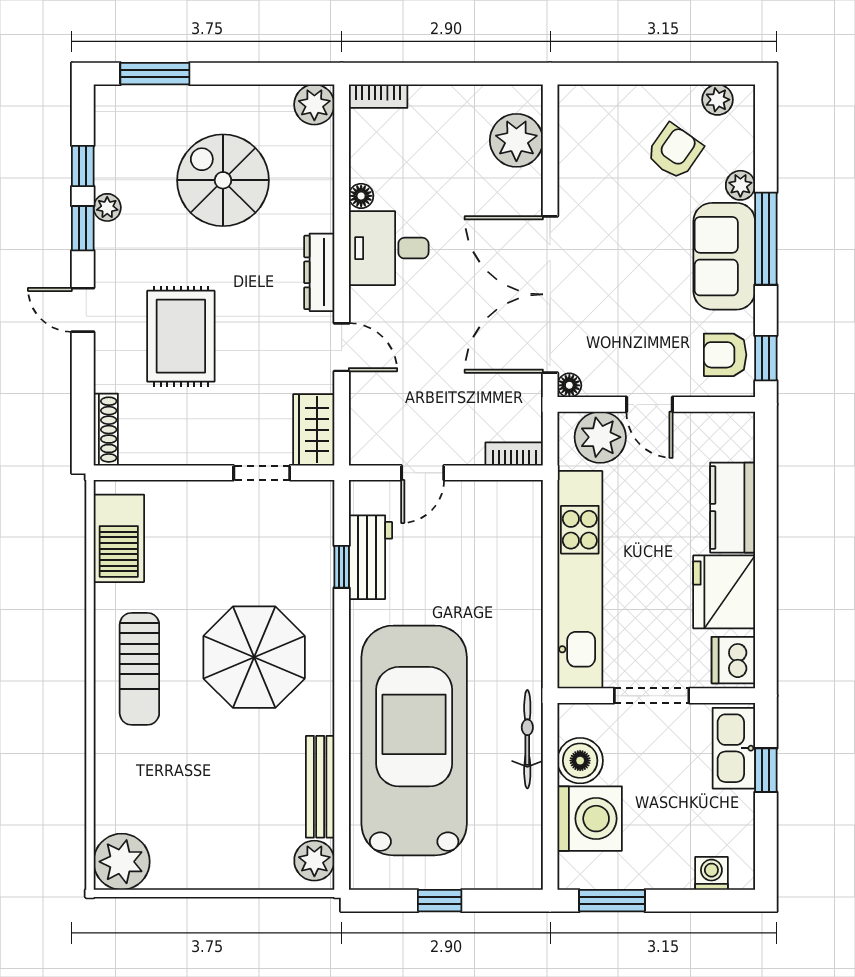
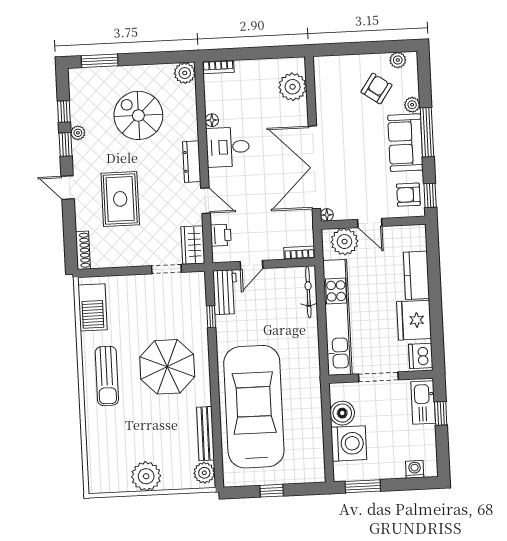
printer: (367, 414) -> (221, 235), added
workbench: (370, 557) -> (225, 292), moved
bicycle: (527, 739) -> (308, 292), moved
plant: (122, 862) -> (146, 476), moved

